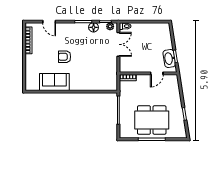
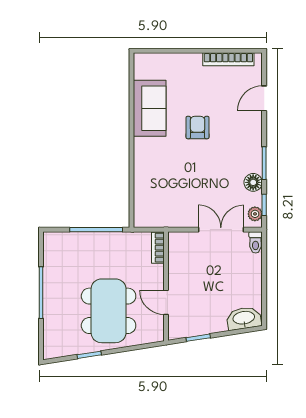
double door: (118, 44) -> (221, 230), swing flipped
washbasin: (169, 58) -> (244, 318), moved
dining table: (152, 120) -> (109, 311), moved

